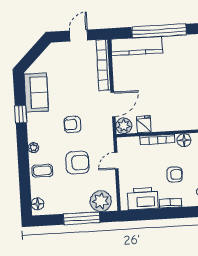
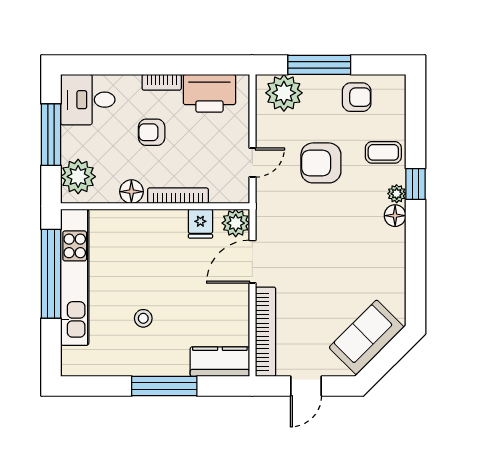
window: (159, 31) -> (164, 386), width x0.68
kitchen counter: (137, 46) -> (220, 362), width x0.67
stool: (173, 69) -> (143, 318), added
sofa: (36, 93) -> (367, 337), moved, turned 45
window: (21, 114) -> (415, 184), moved
armchair: (72, 124) -> (357, 97), moved
floor lamp: (38, 204) -> (395, 216), moved

